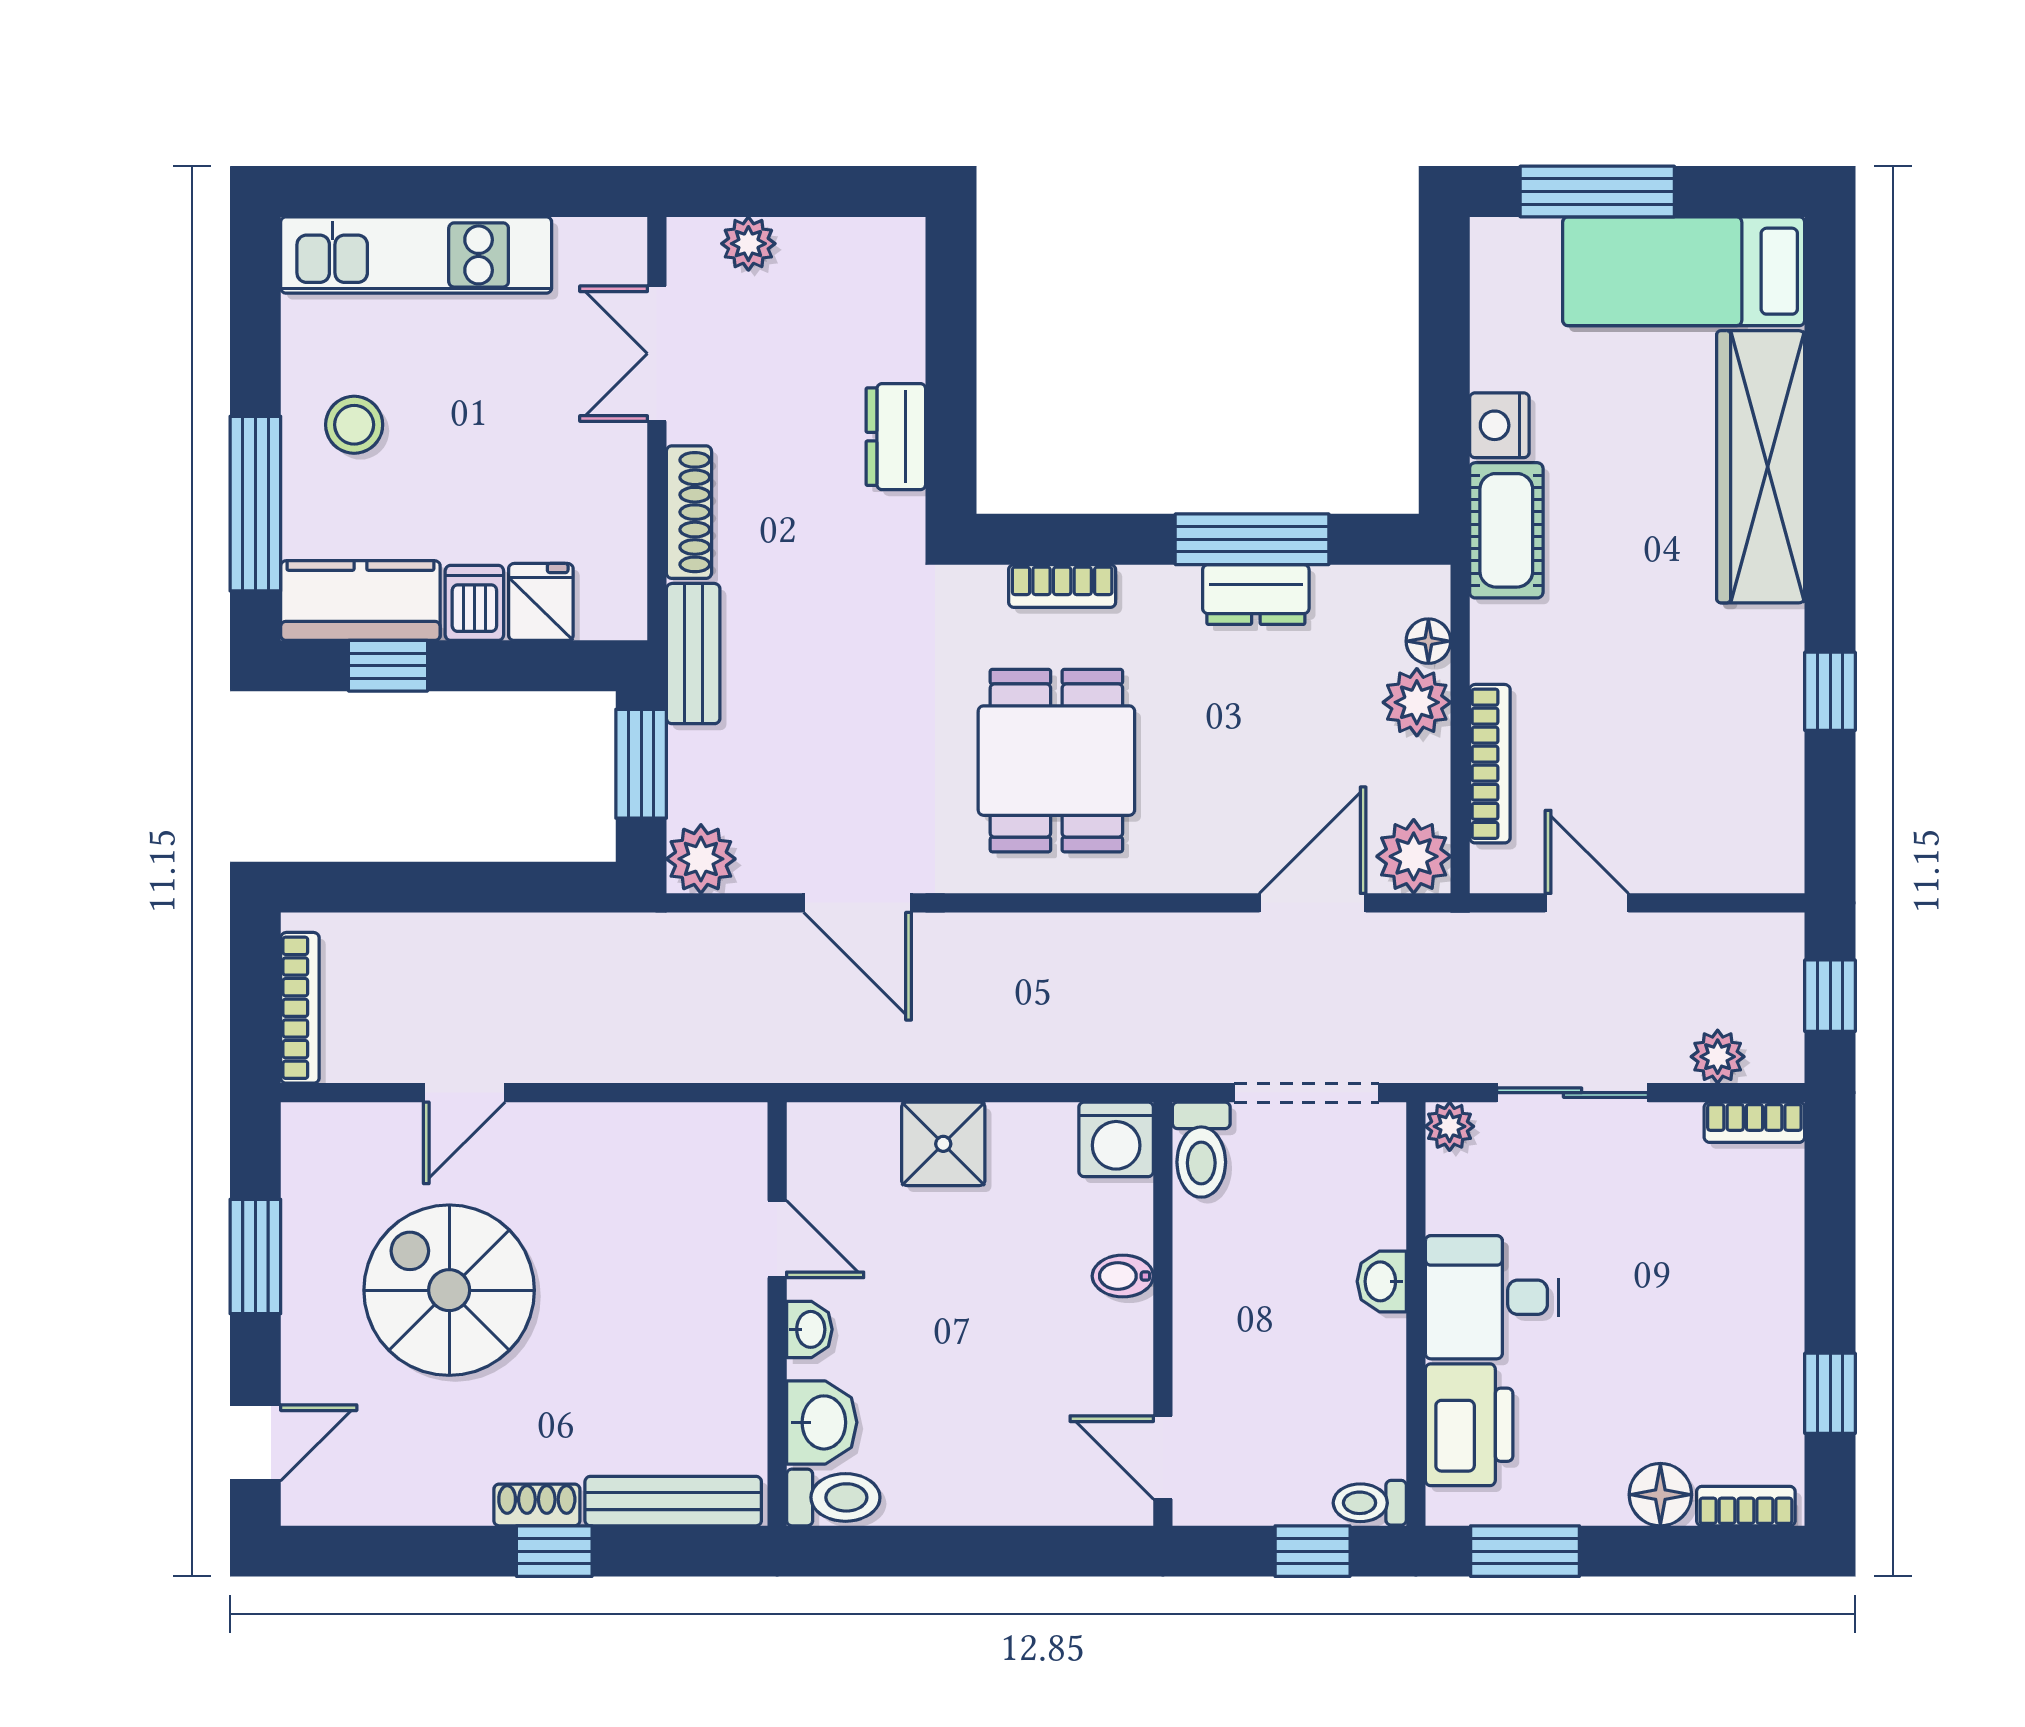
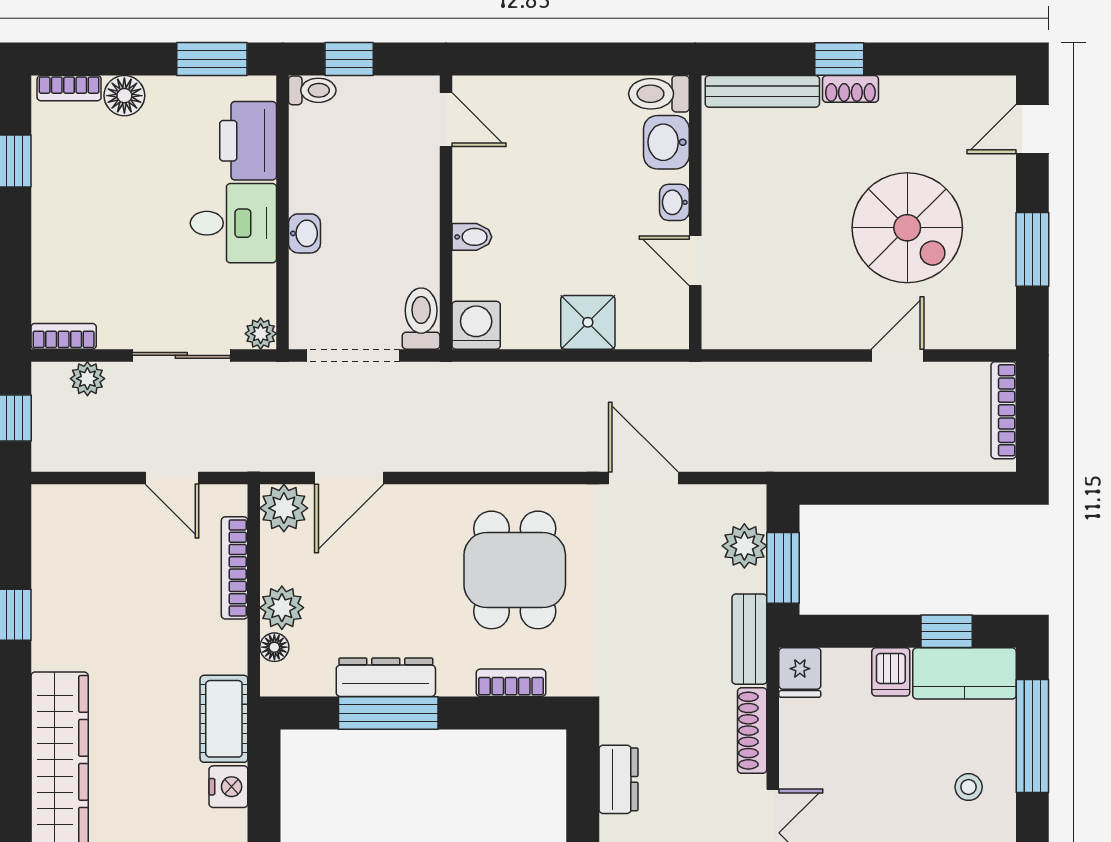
stool: (354, 425) -> (969, 787), width x0.73, depth x0.73
dresser: (1256, 595) -> (386, 677), width x1.44
fridge: (541, 602) -> (800, 672), moved
plant: (701, 859) -> (744, 546), moved

